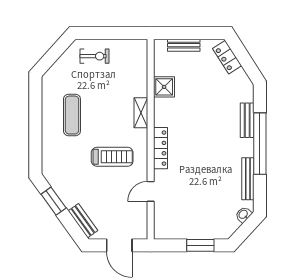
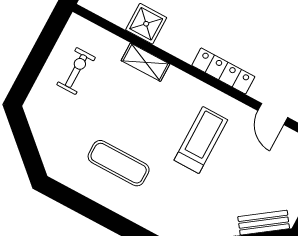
exercise bike: (94, 56) -> (76, 71), moved
shelving: (141, 113) -> (145, 62), moved

